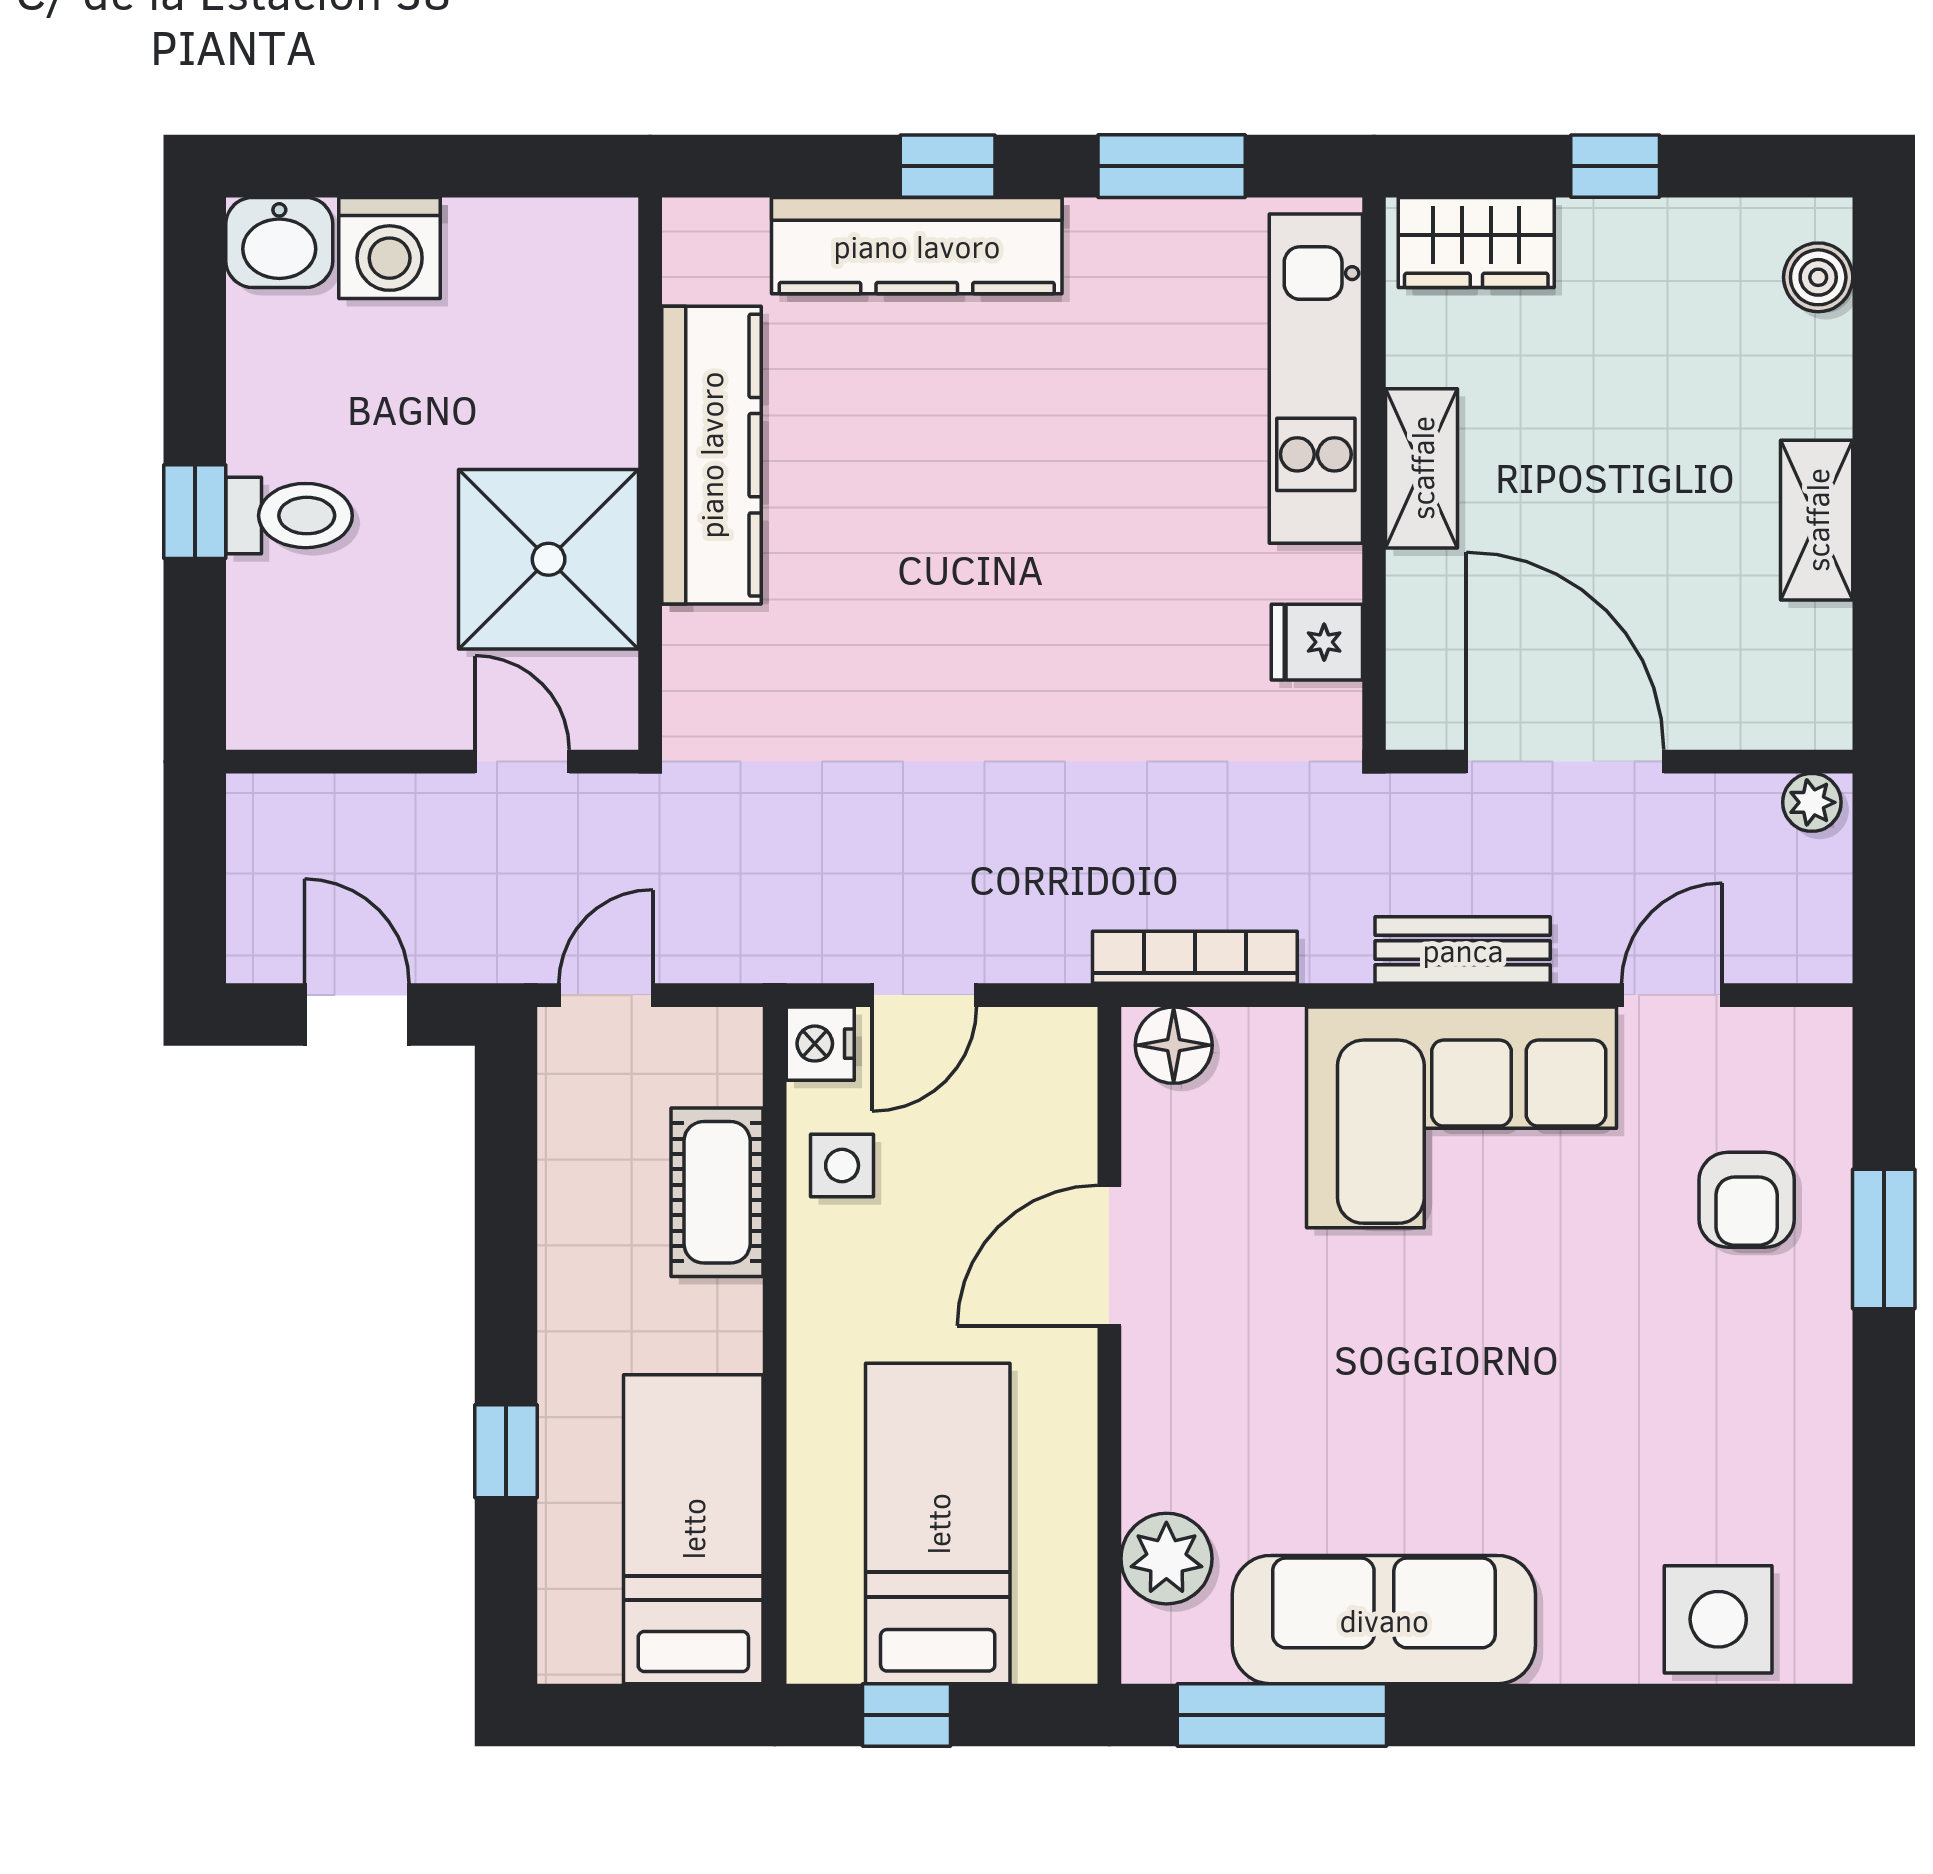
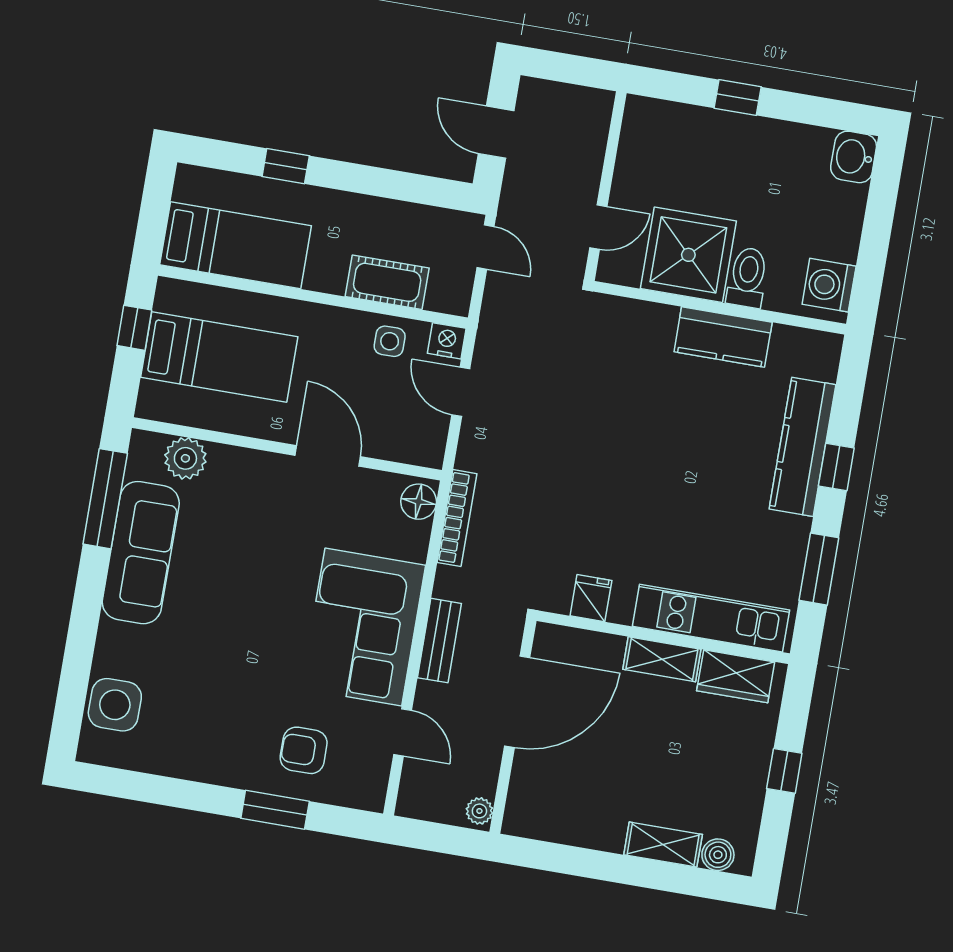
wardrobe: (1476, 242) -> (736, 676), moved, turned -90
washing machine: (390, 248) -> (829, 285), moved
kitchen counter: (711, 455) -> (723, 337), width x0.67
toilet: (289, 516) -> (748, 277), moved, turned 180
shelving: (1817, 520) -> (663, 845), moved
door: (357, 1015) -> (496, 132), swing flipped

